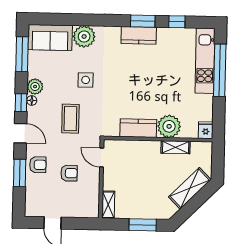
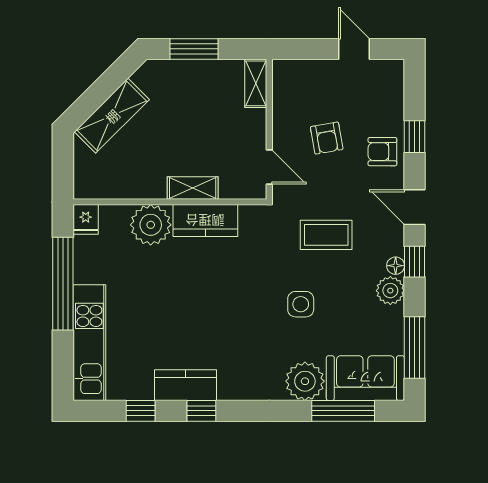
window: (63, 19) -> (343, 411), added
window: (143, 21) -> (201, 411), width x0.67
kitchen counter: (139, 35) -> (186, 385), moved
window: (220, 70) -> (63, 284), moved
coffee table: (70, 119) -> (326, 235), turned 90
shelving: (176, 147) -> (193, 188), moved
window: (20, 173) -> (415, 137), width x0.67
armchair: (69, 173) -> (327, 138), turned -100

